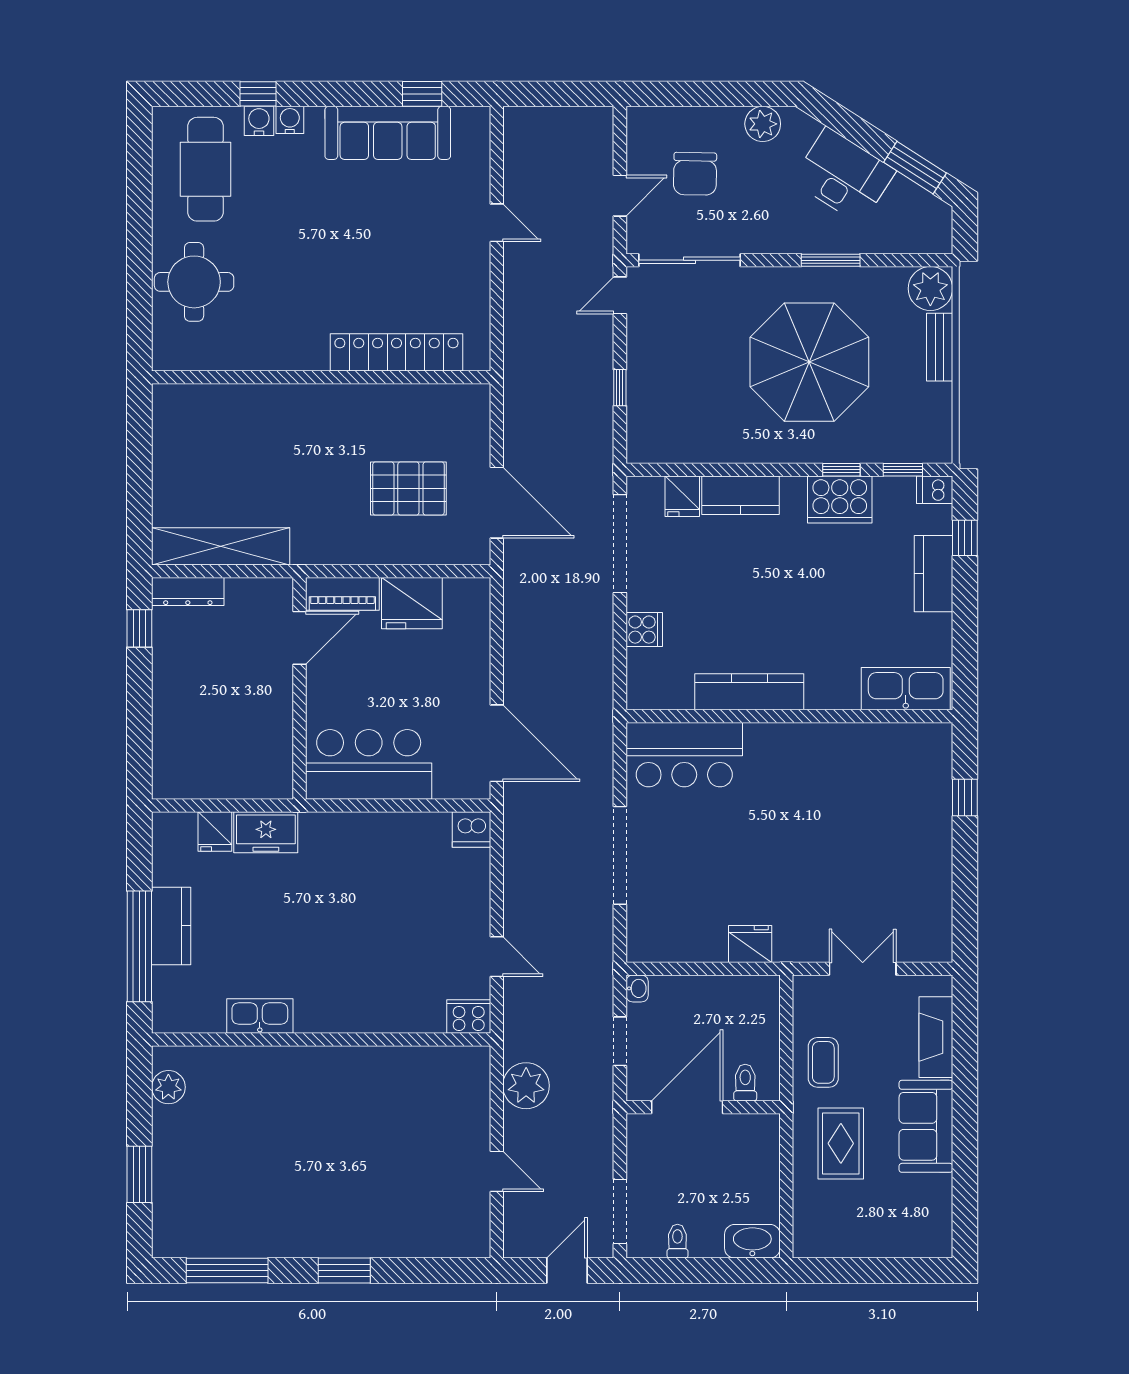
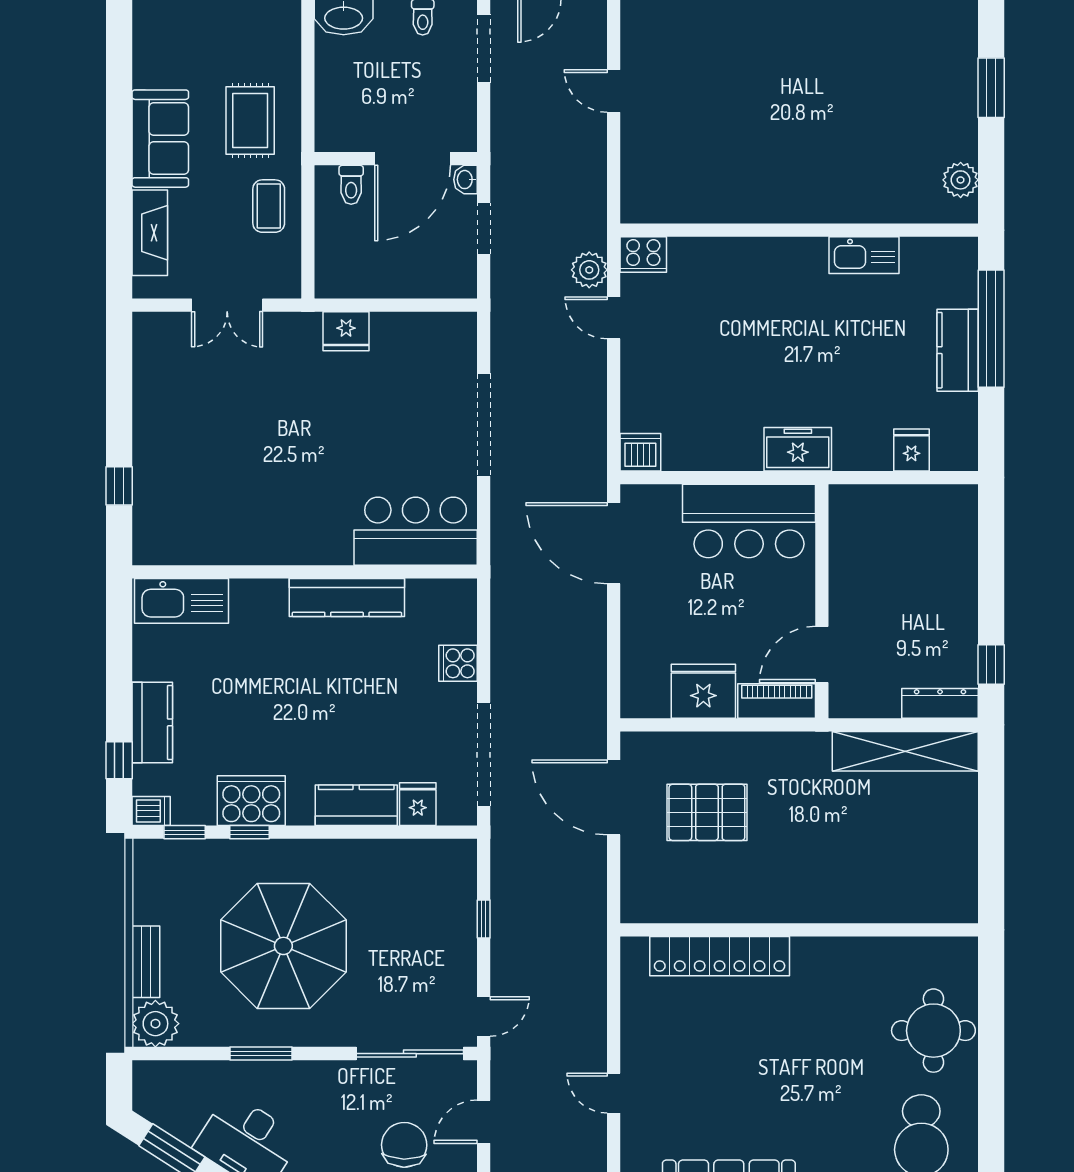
freezer: (266, 832) -> (798, 449), moved
washbasin: (637, 988) -> (465, 180), moved
plant: (526, 1086) -> (589, 270), moved, width x0.73, depth x0.73

